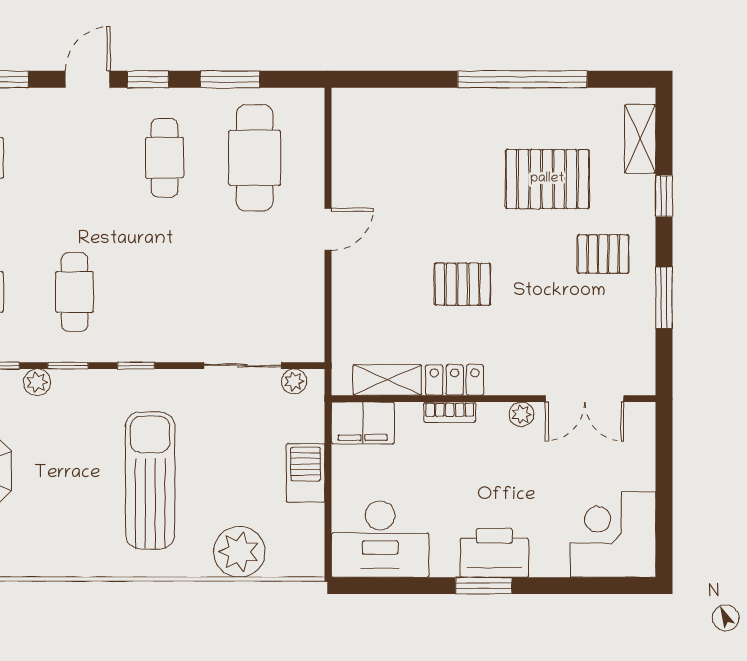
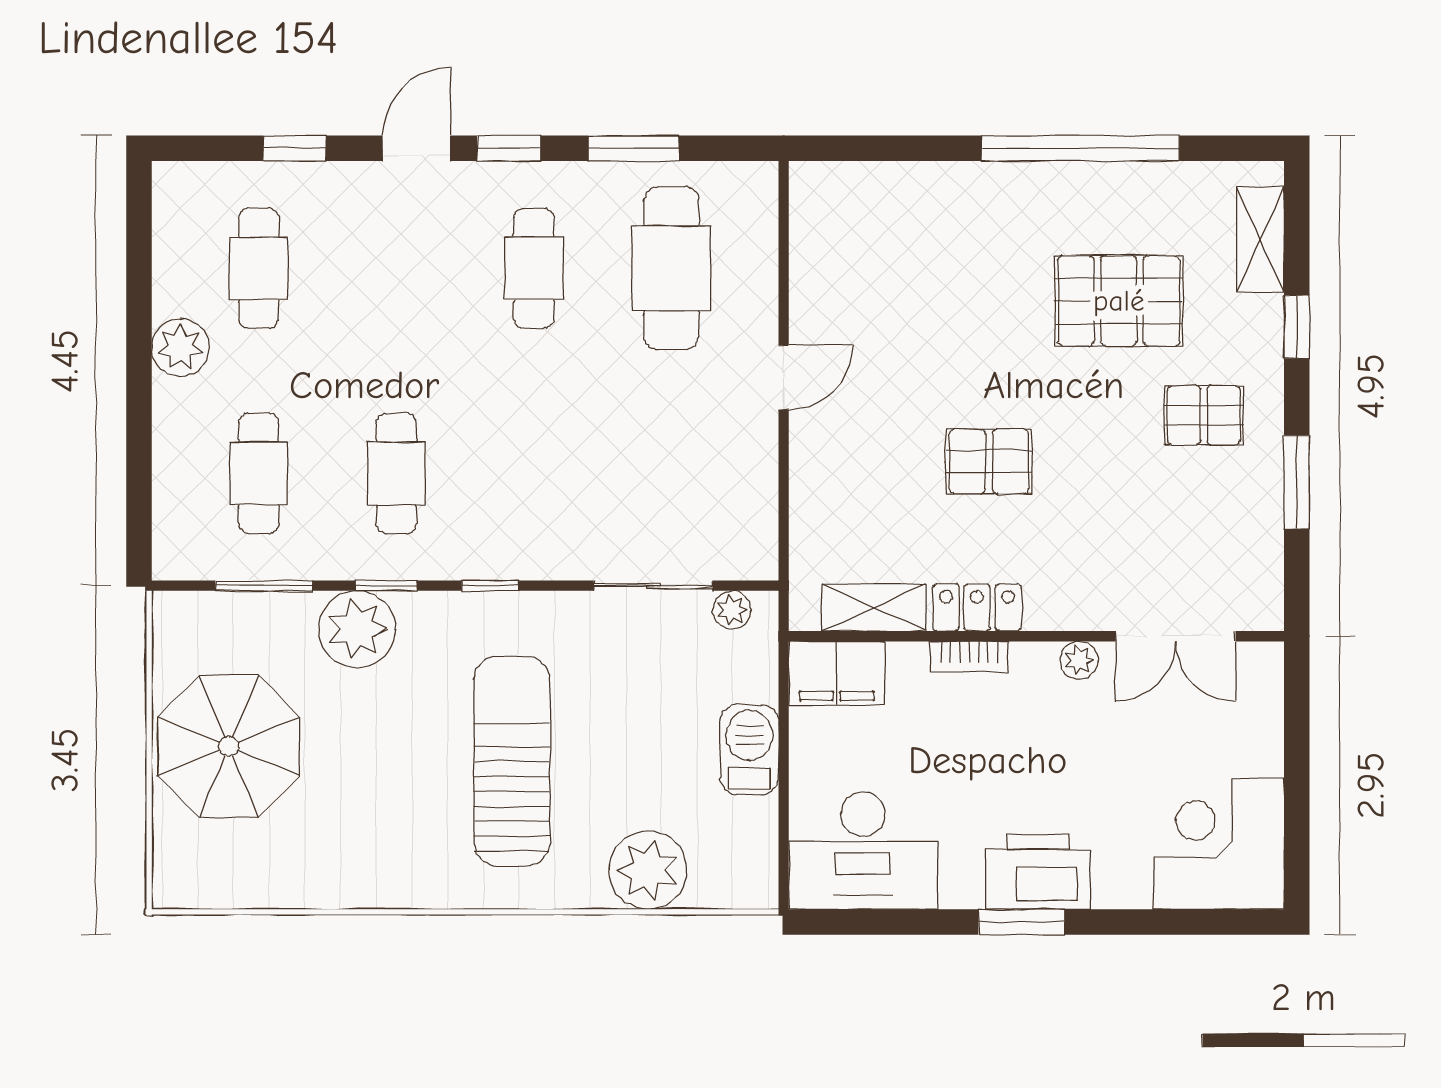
plant: (37, 382) -> (357, 629), width x1.87, depth x1.87

